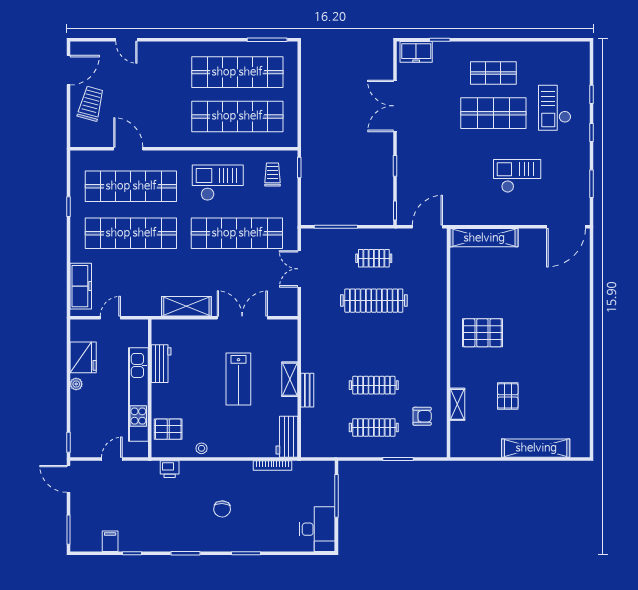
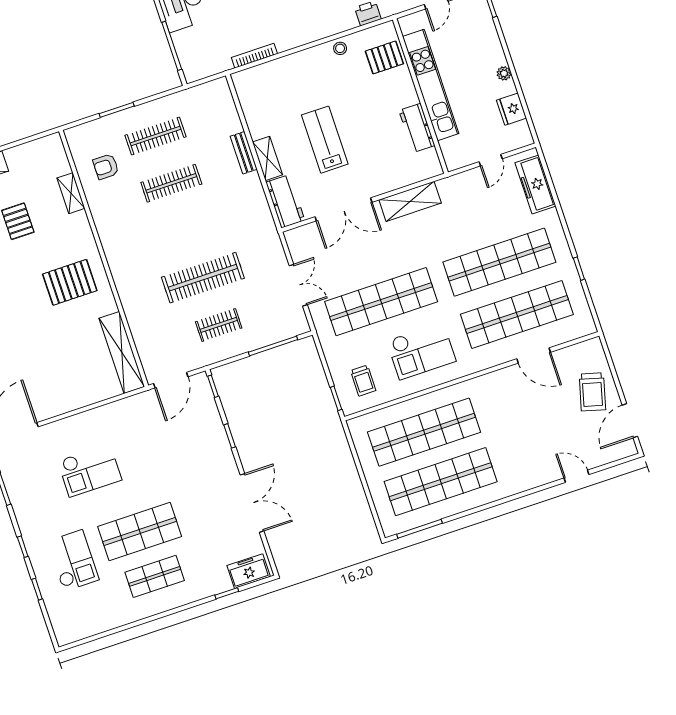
shelving: (484, 238) -> (122, 353), moved, turned 90
fridge: (83, 357) -> (511, 109), width x0.73, depth x0.75
workbench: (287, 437) -> (285, 201), moved

